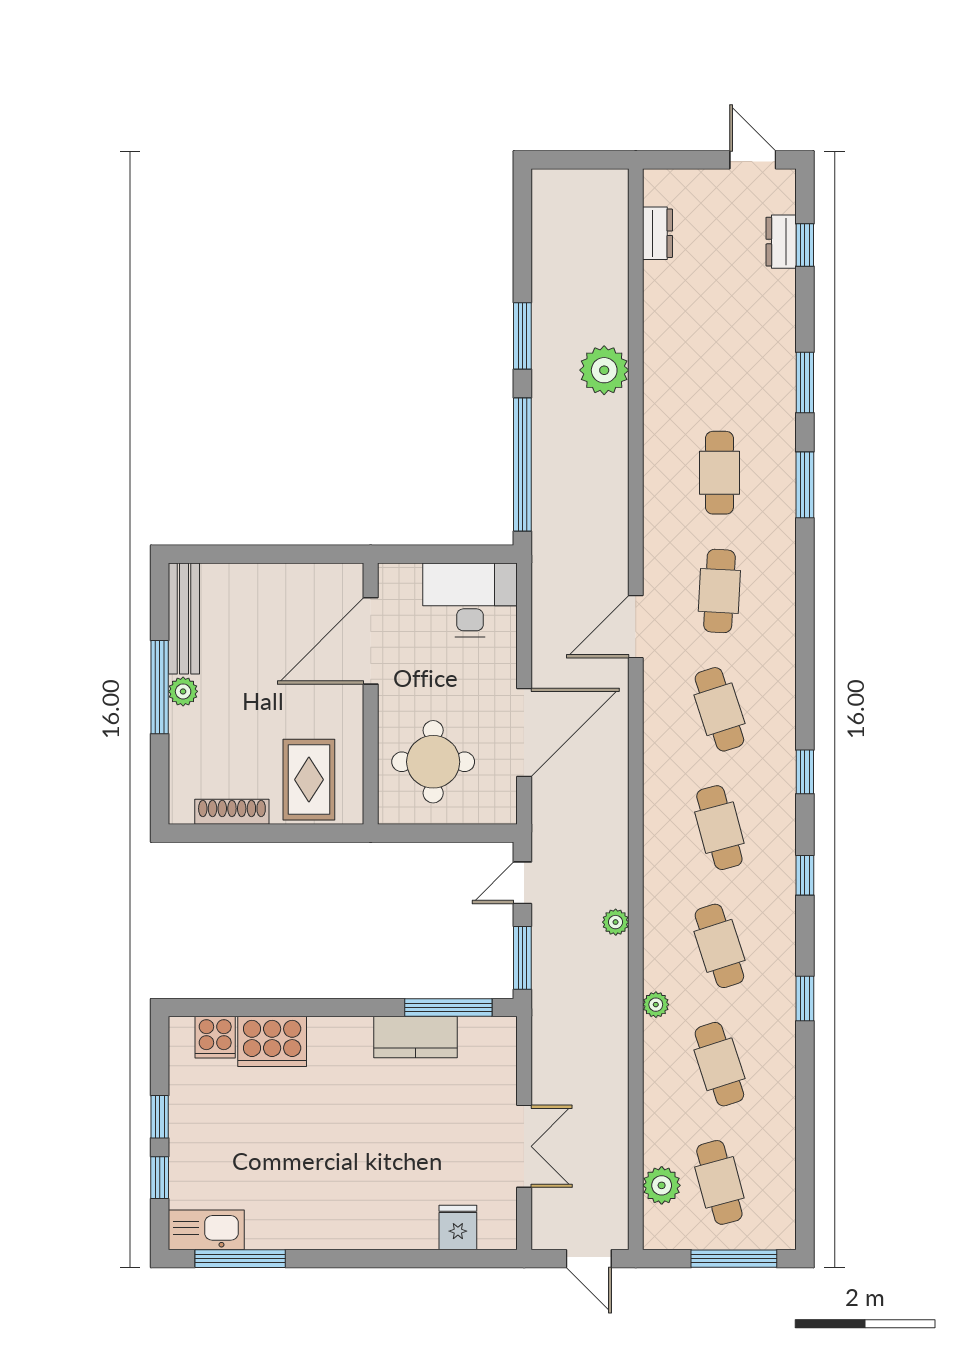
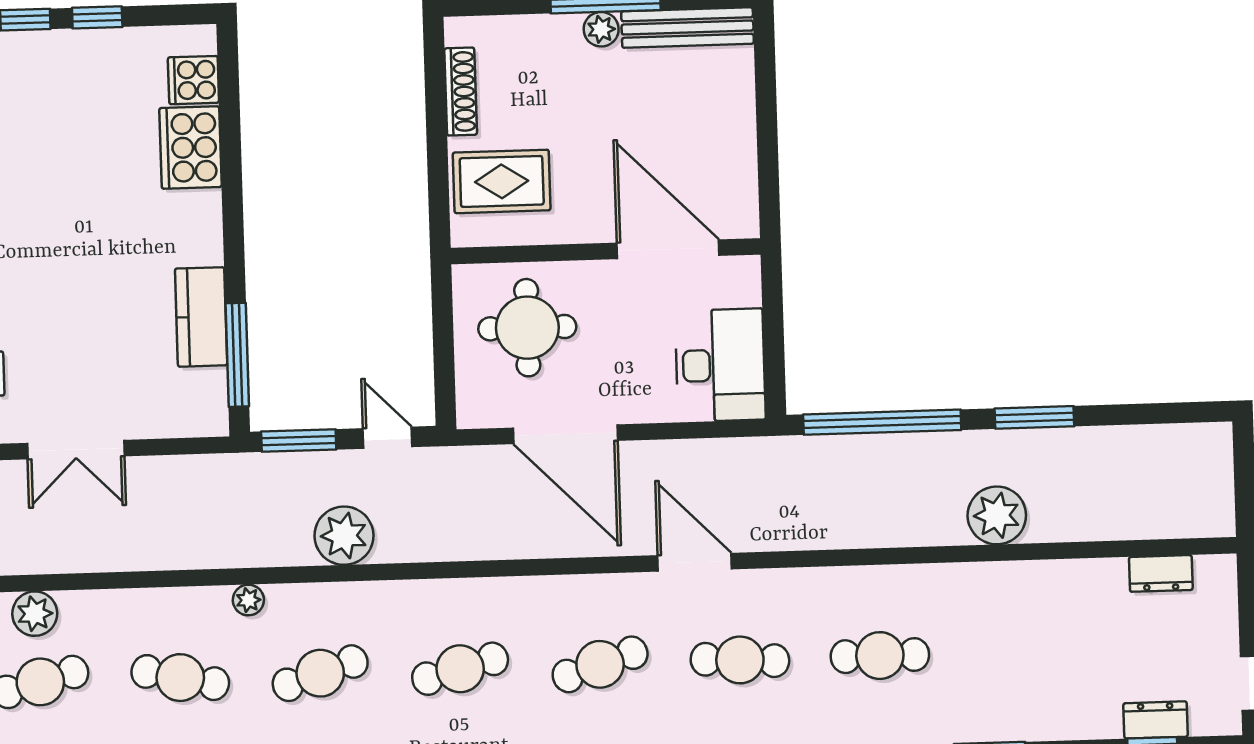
plant: (616, 922) -> (344, 536), width x1.87, depth x1.87
cafe table: (719, 1064) -> (180, 678), turned 30

